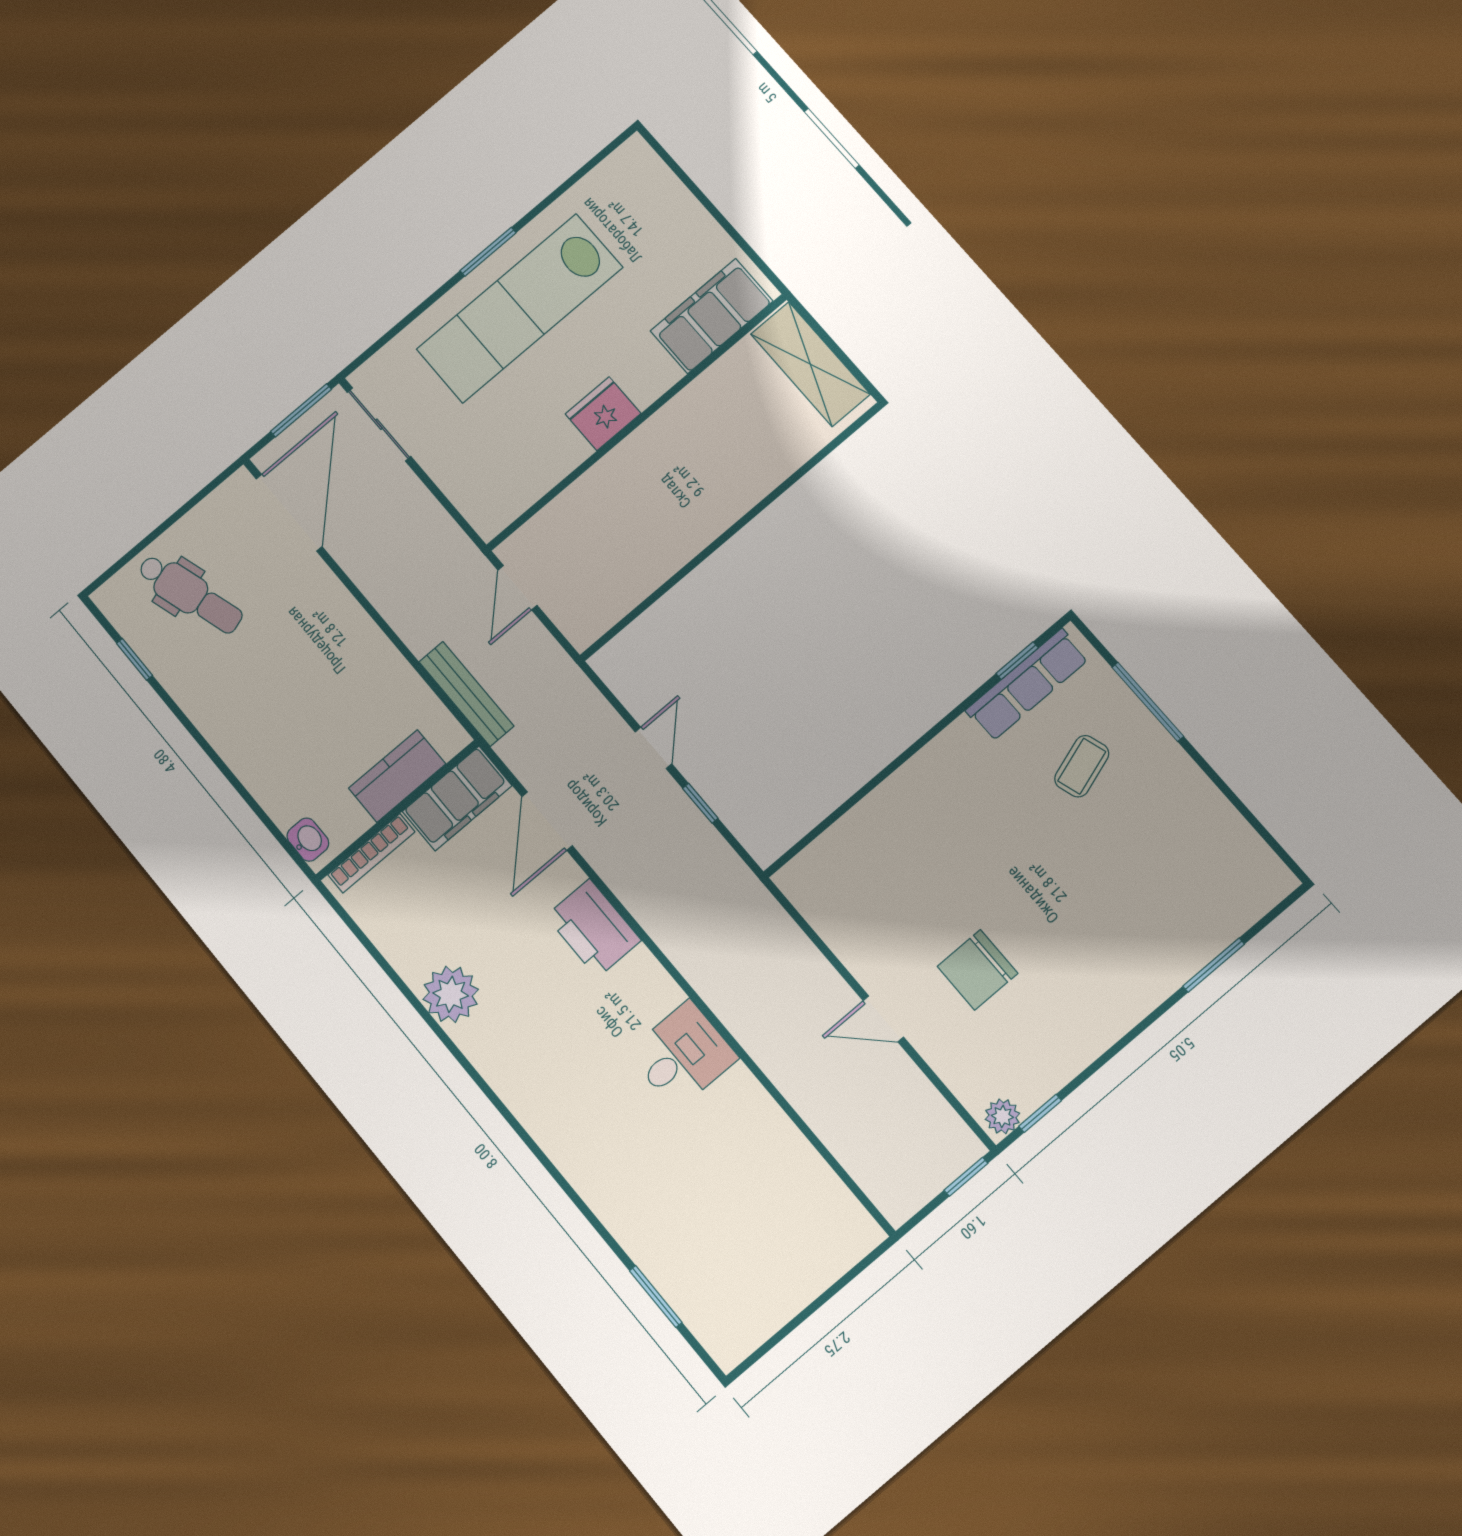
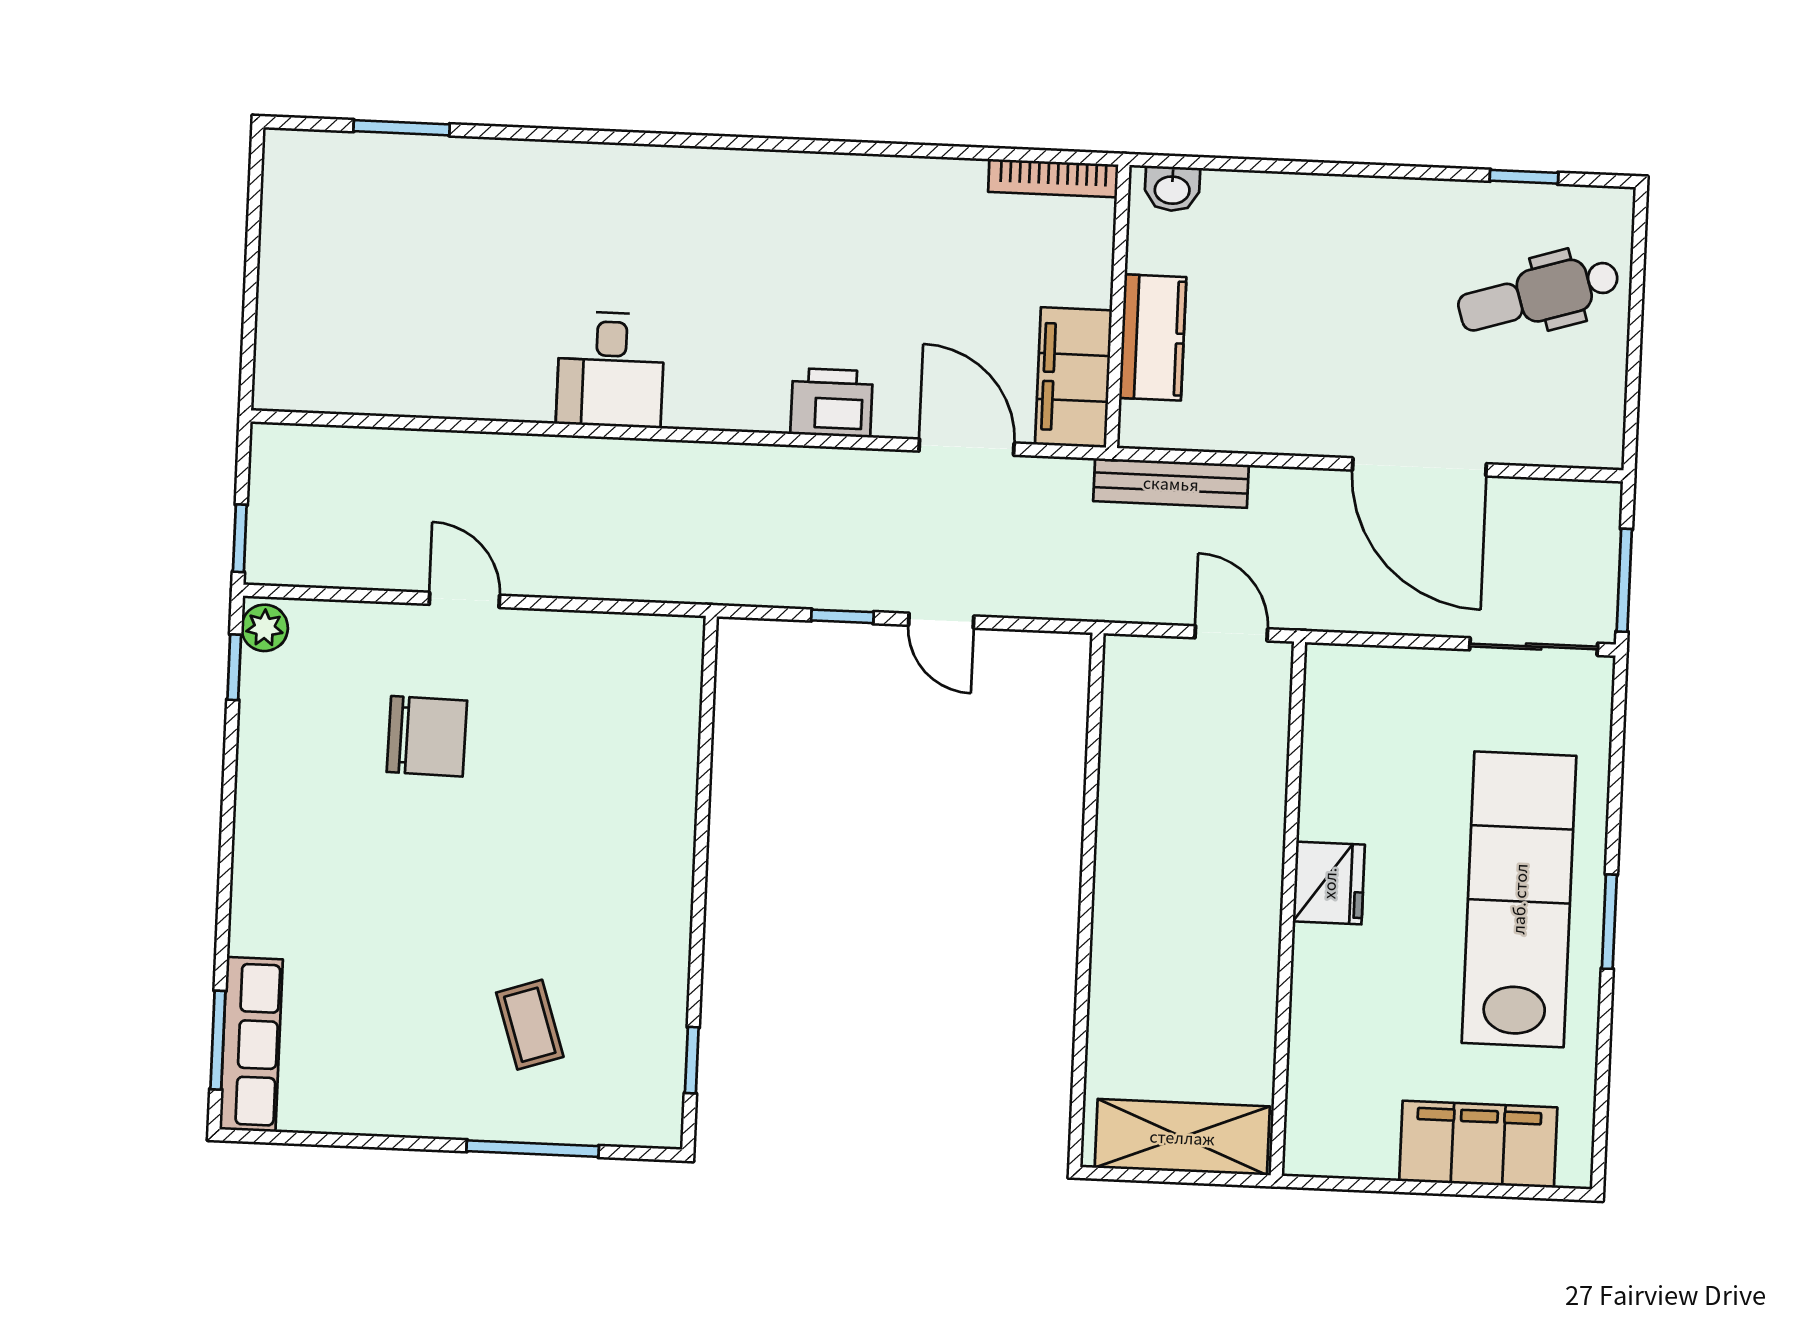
filing cabinet: (712, 316) -> (1478, 1144), moved, turned -90
door: (289, 513) -> (1419, 467), moved
row of seats: (1027, 685) -> (251, 1044), moved, turned 180
bookcase: (371, 853) -> (1053, 178), moved, turned -90
printer: (593, 928) -> (832, 403), width x0.73, depth x0.84
window: (1214, 965) -> (218, 1040), moved
chair: (978, 970) -> (427, 736), turned 91
plant: (451, 994) -> (883, 193), removed
door: (883, 1019) -> (464, 600), hinge flipped

